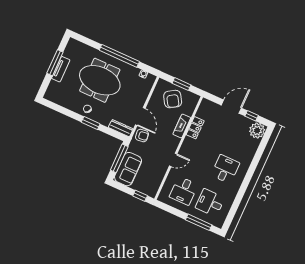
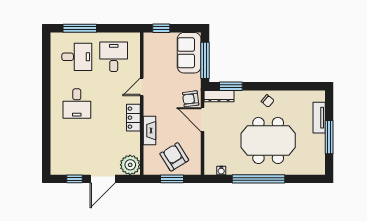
tv unit: (61, 69) -> (319, 118), moved
window: (91, 123) -> (231, 86), moved
locker: (195, 128) -> (133, 118), moved
plant: (257, 131) -> (130, 165), moved

